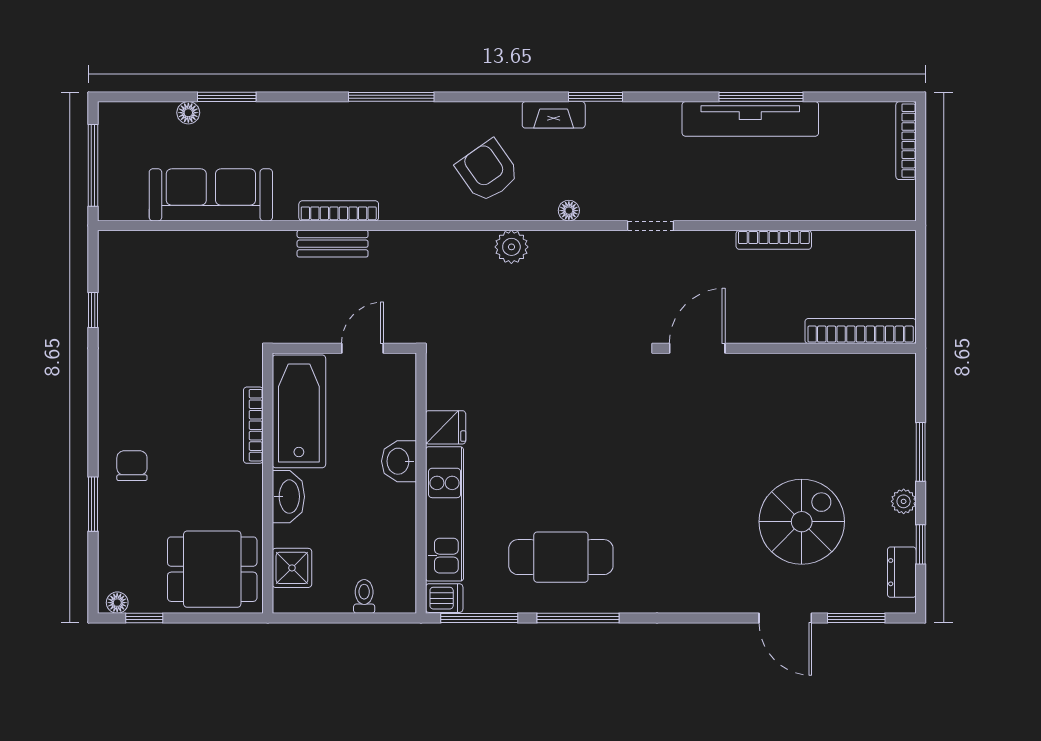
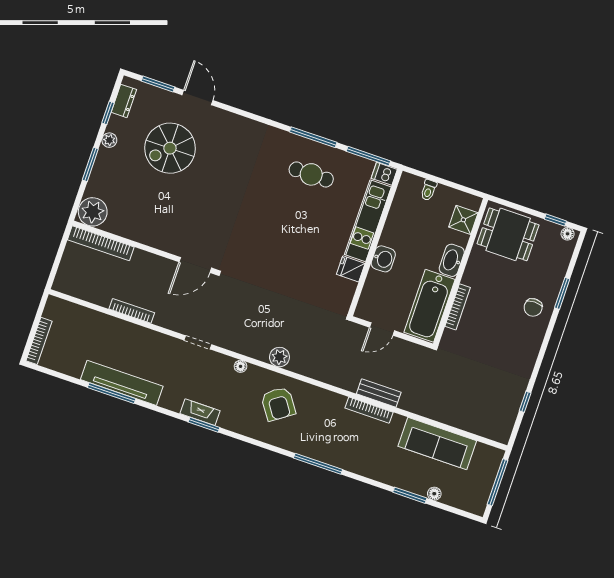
fireplace: (554, 115) -> (200, 412), moved
plant: (891, 377) -> (93, 212), added
cafe table: (561, 557) -> (311, 174), width x0.73, depth x0.74

